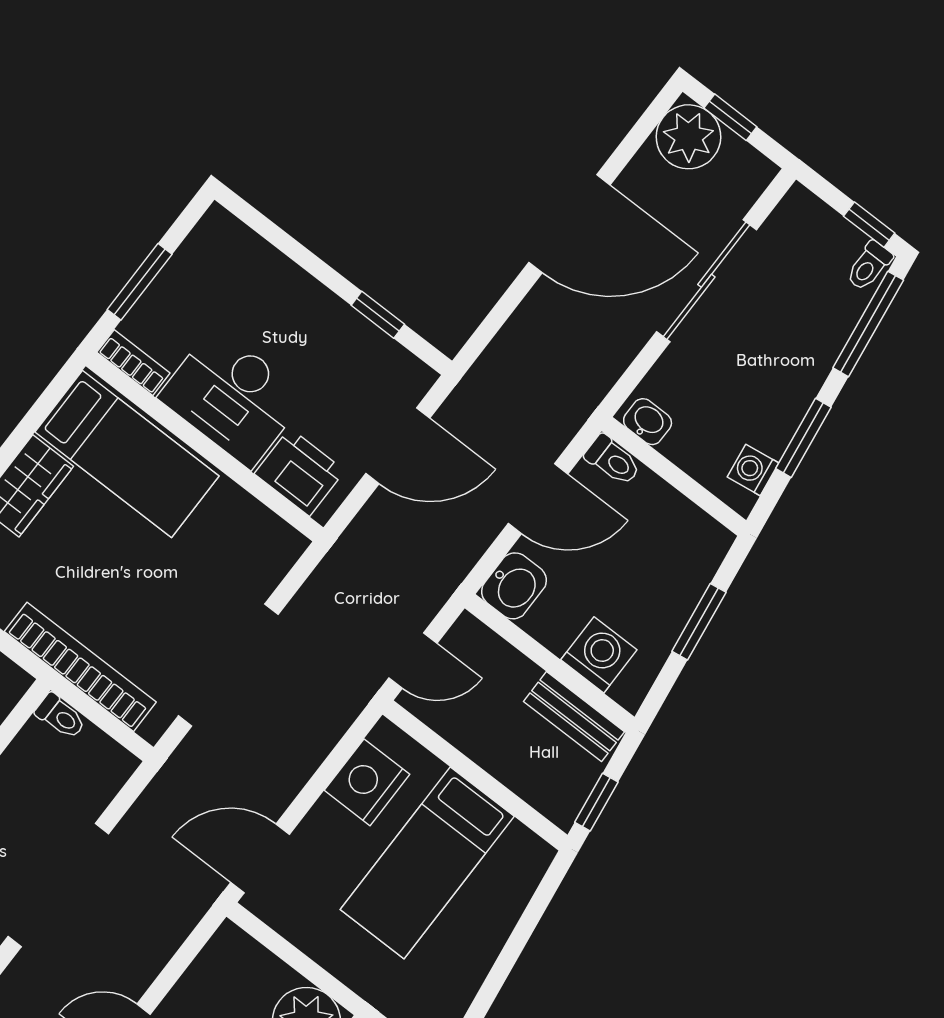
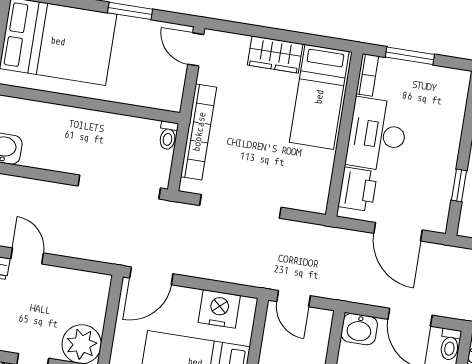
door: (260, 858) -> (151, 276), swing flipped
doorway: (58, 885) -> (119, 187), moved

